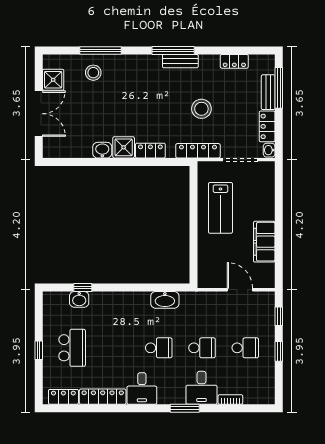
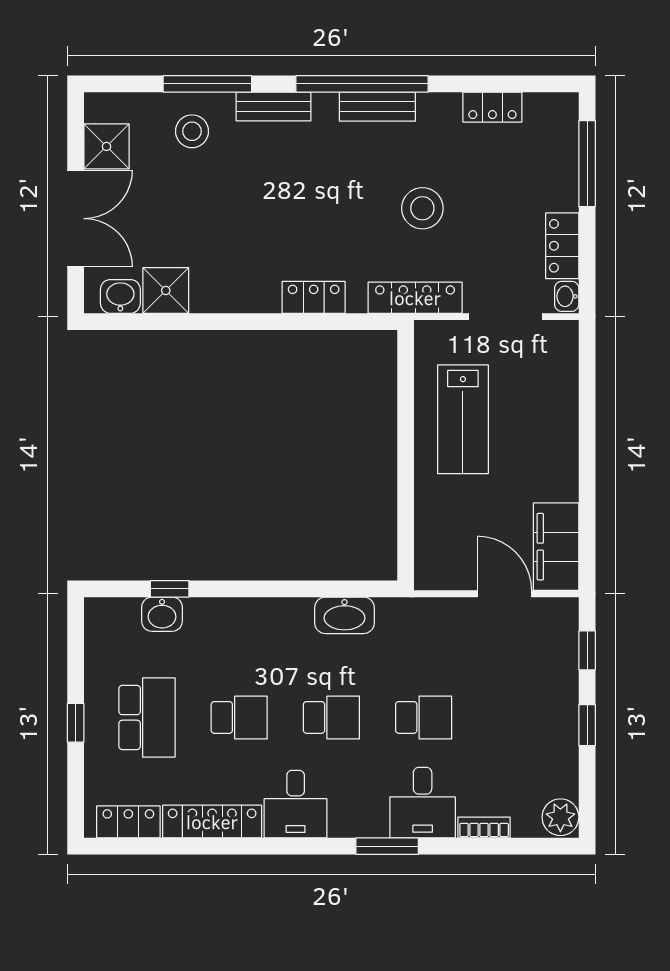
window: (173, 50) -> (362, 84), width x1.46
bench: (268, 92) -> (274, 106), moved, turned 90
shower: (124, 147) -> (166, 290), moved
washbasin: (102, 150) -> (120, 296), moved
filing cabinet: (264, 242) -> (556, 547), moved
school desk: (245, 348) -> (239, 717), moved
plant: (266, 395) -> (560, 817), added

